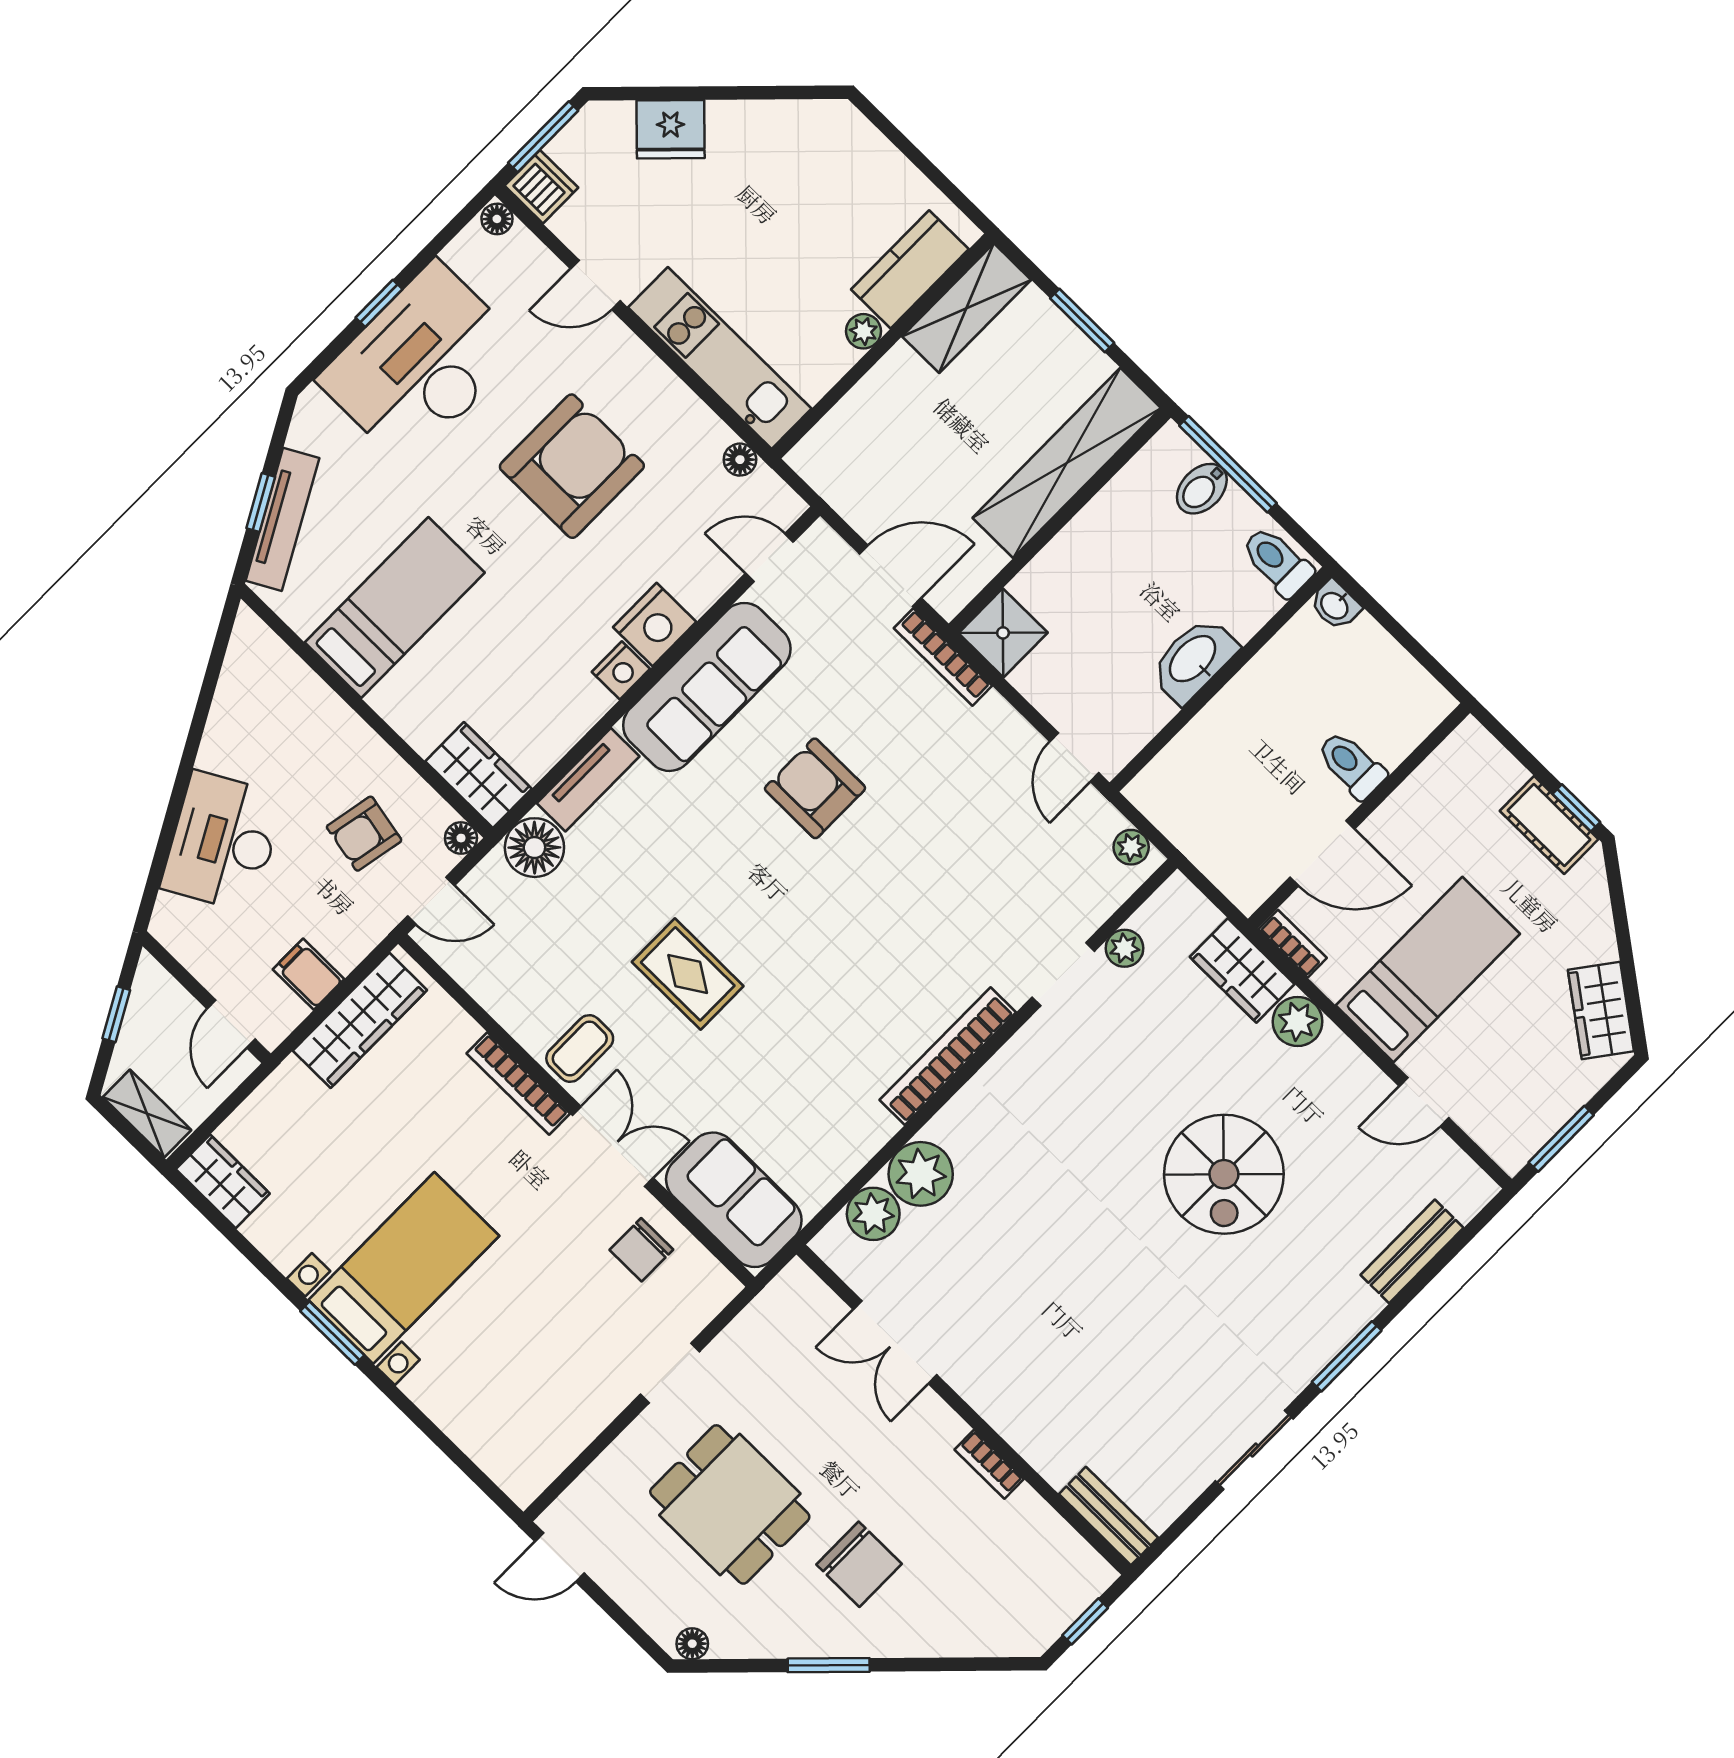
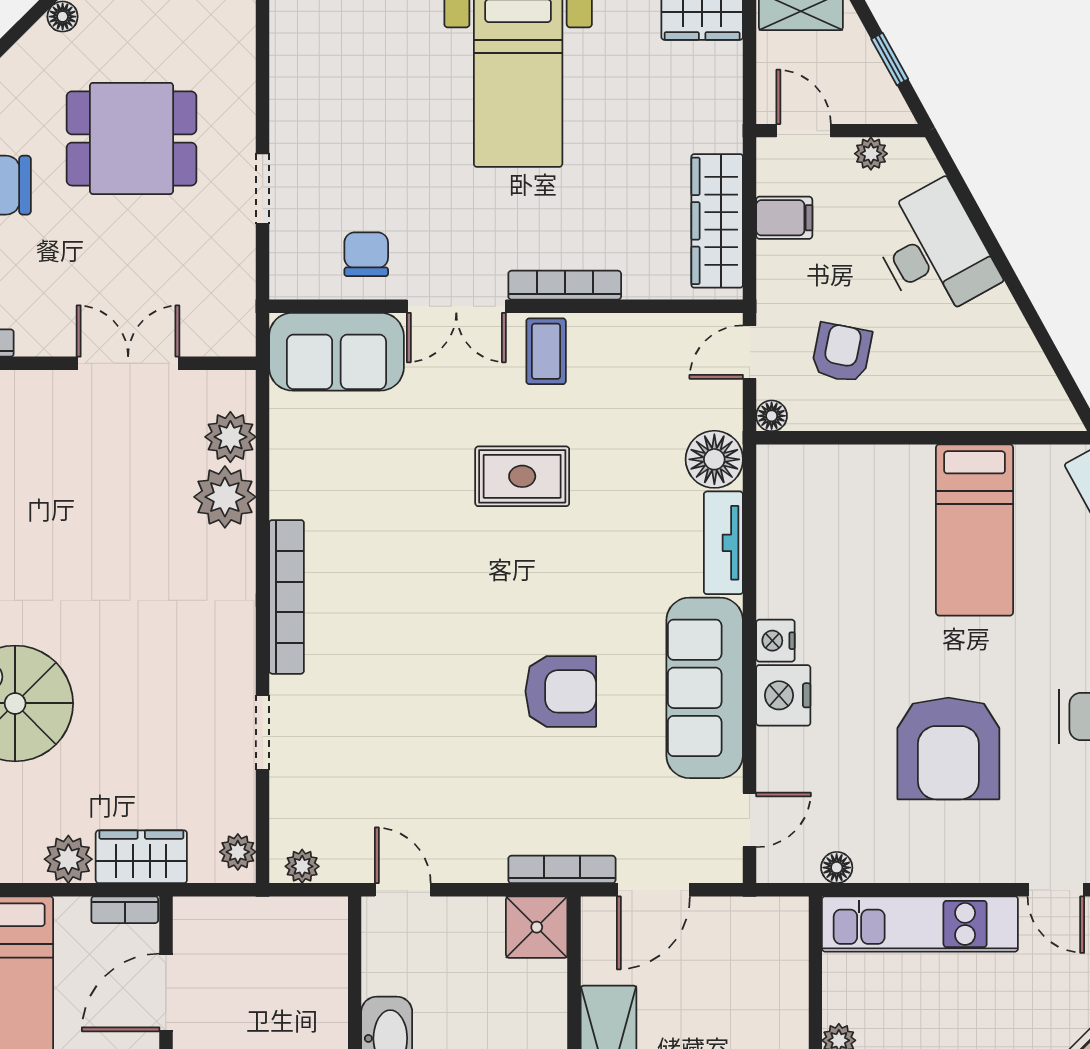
door: (595, 285) -> (1056, 890), swing flipped
wardrobe: (478, 775) -> (802, 471), removed
plant: (1125, 948) -> (238, 852), moved
plant: (198, 958) -> (871, 154), added

